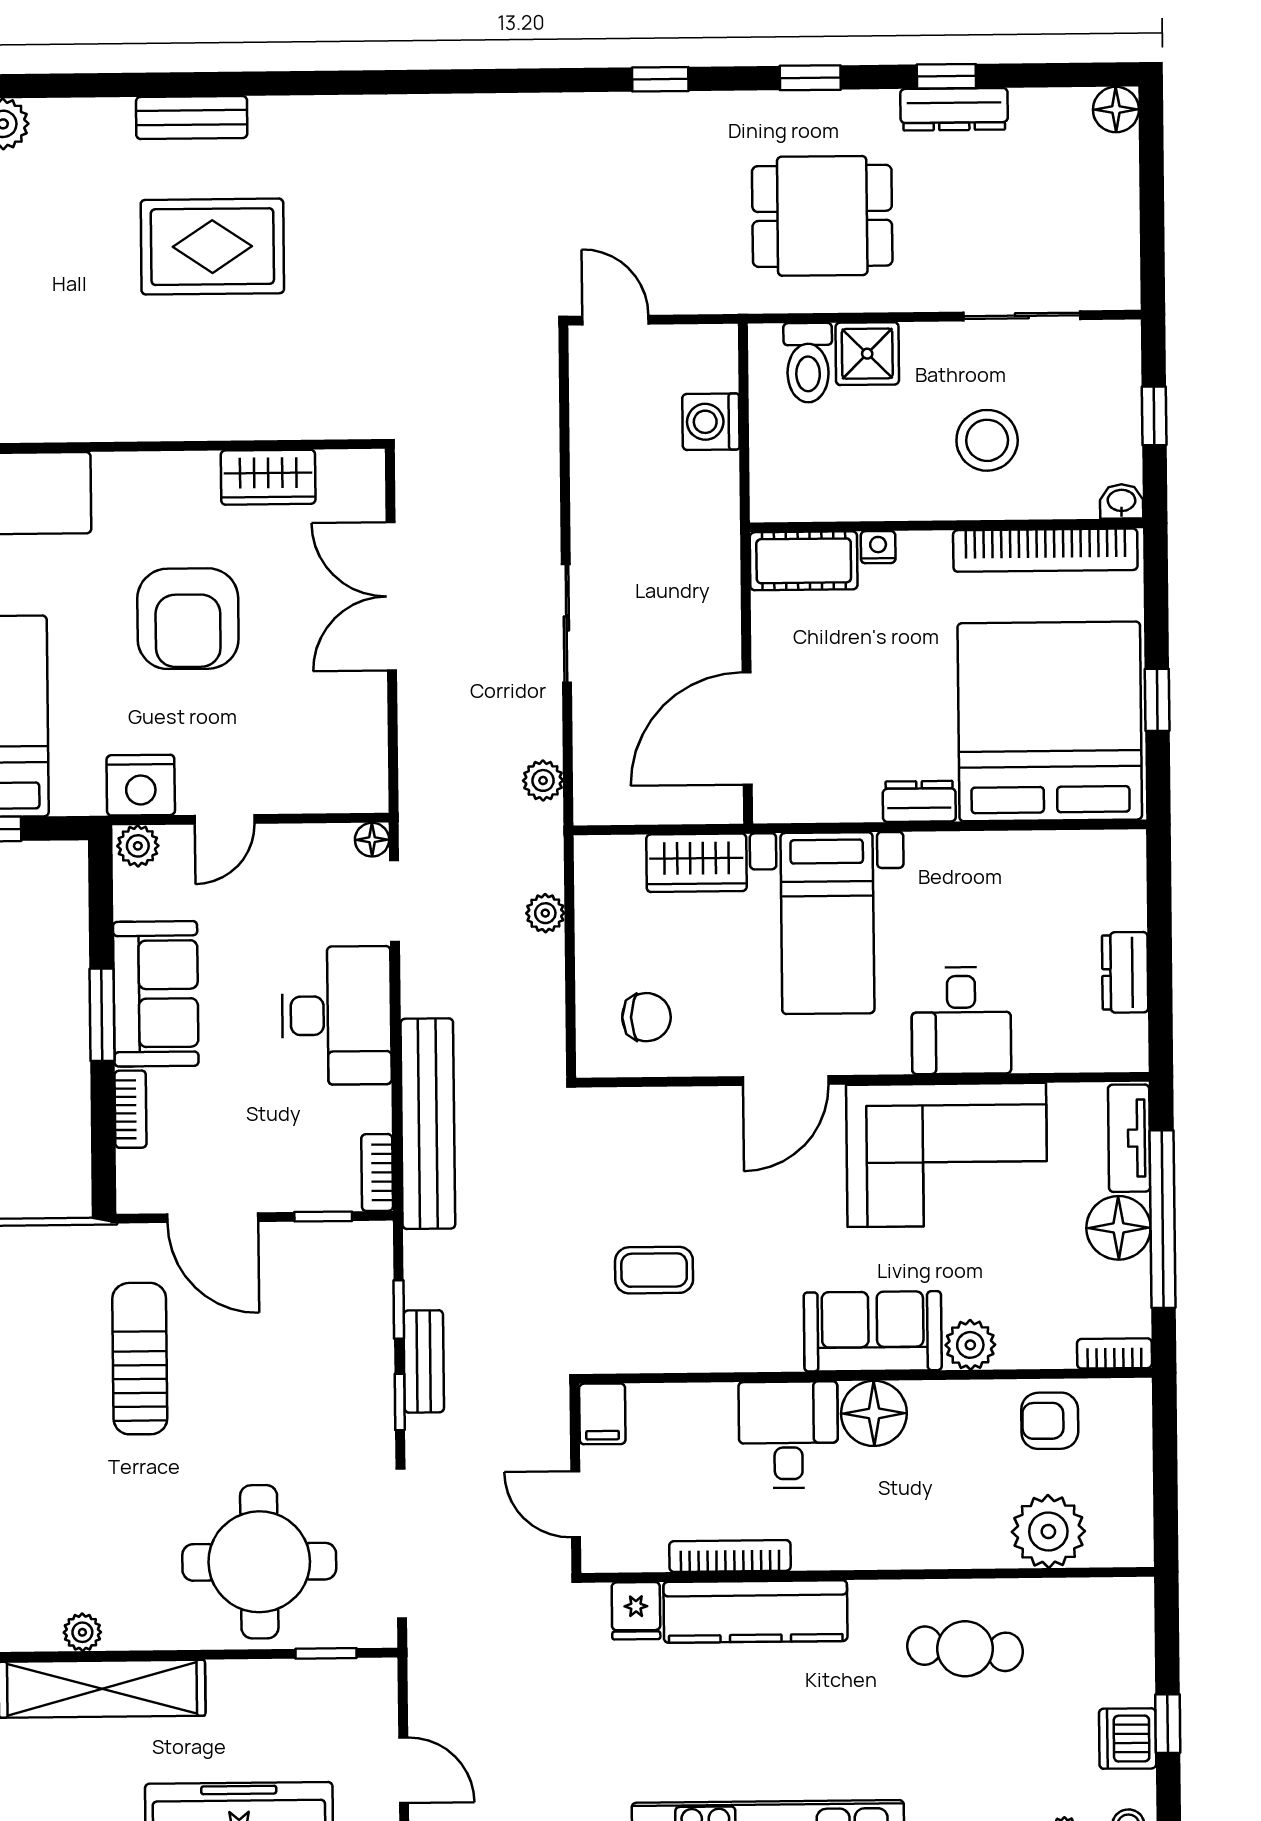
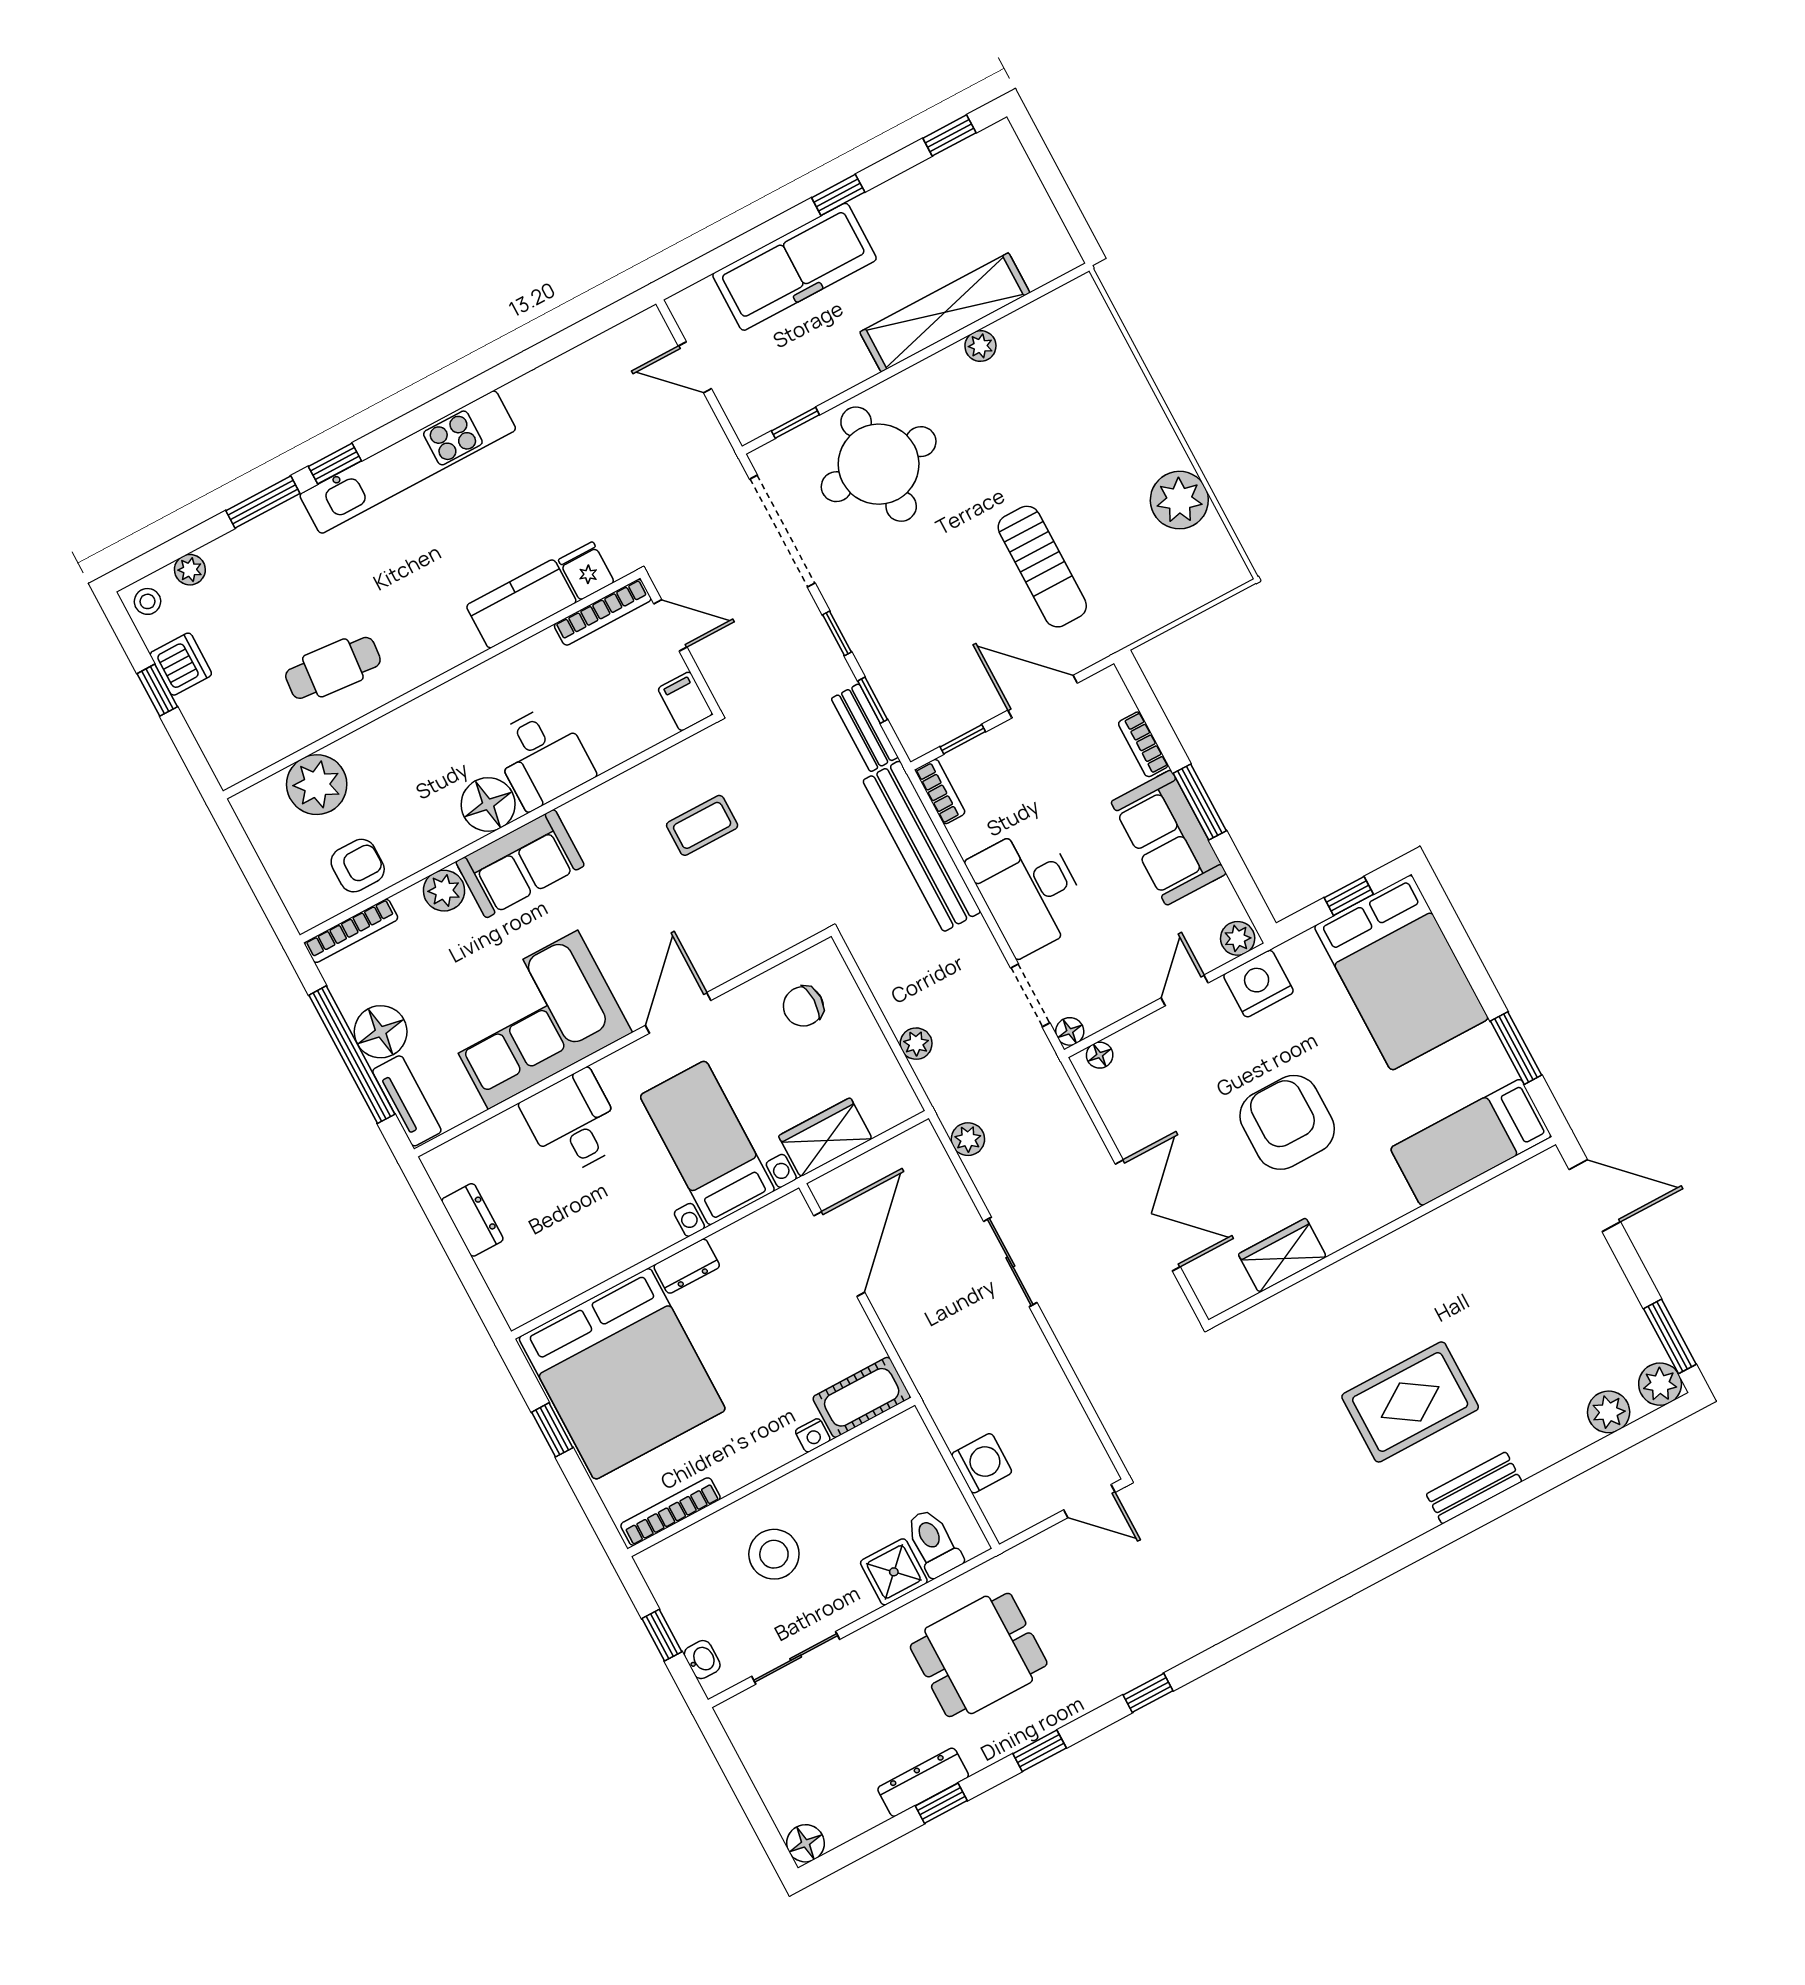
washbasin: (1122, 501) -> (702, 1660), moved, turned -90
bookcase: (1045, 550) -> (670, 1512), width x0.68, depth x0.76
floor lamp: (353, 797) -> (1100, 1055), added
bookcase: (1114, 1353) -> (351, 931), width x1.56
bench: (424, 1361) -> (865, 728), moved
bookcase: (730, 1556) -> (603, 612), moved
kitchen counter: (755, 1611) -> (521, 604), width x0.67

